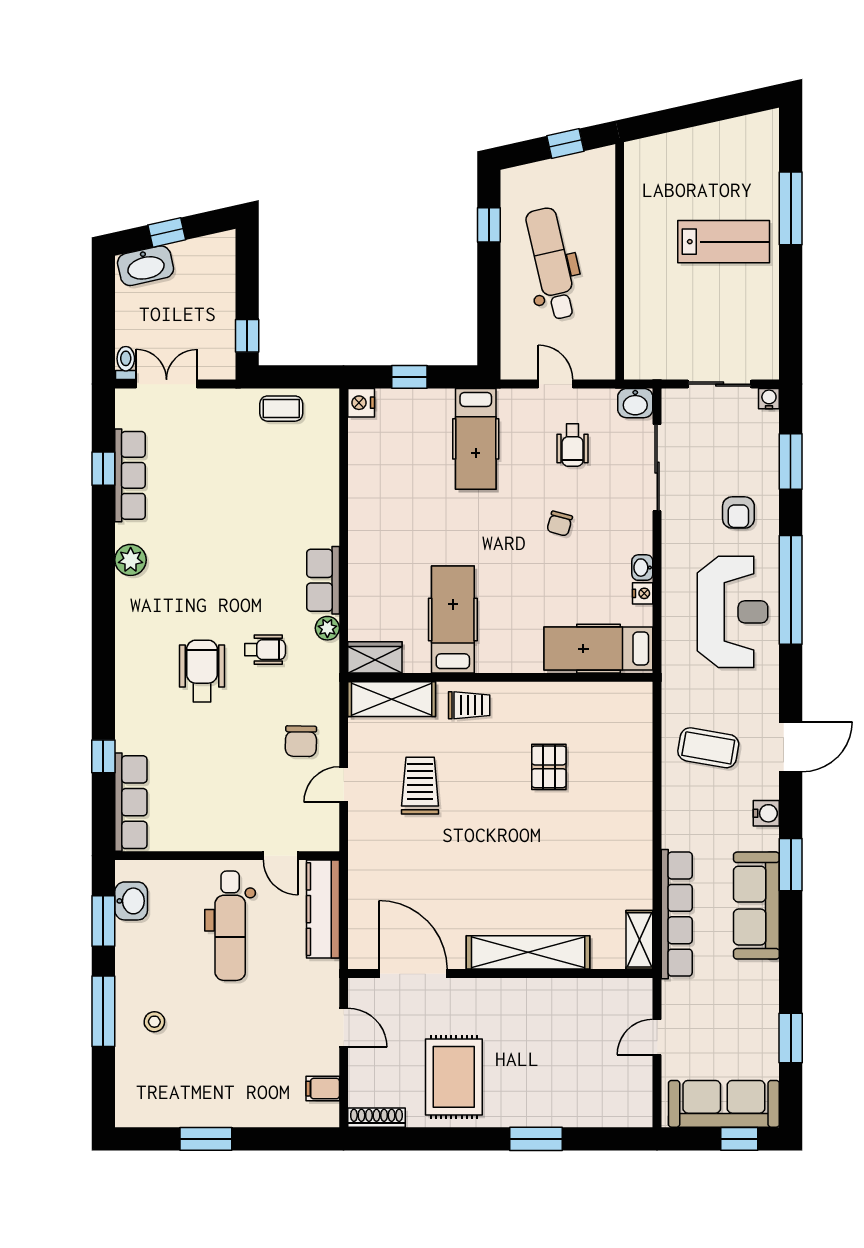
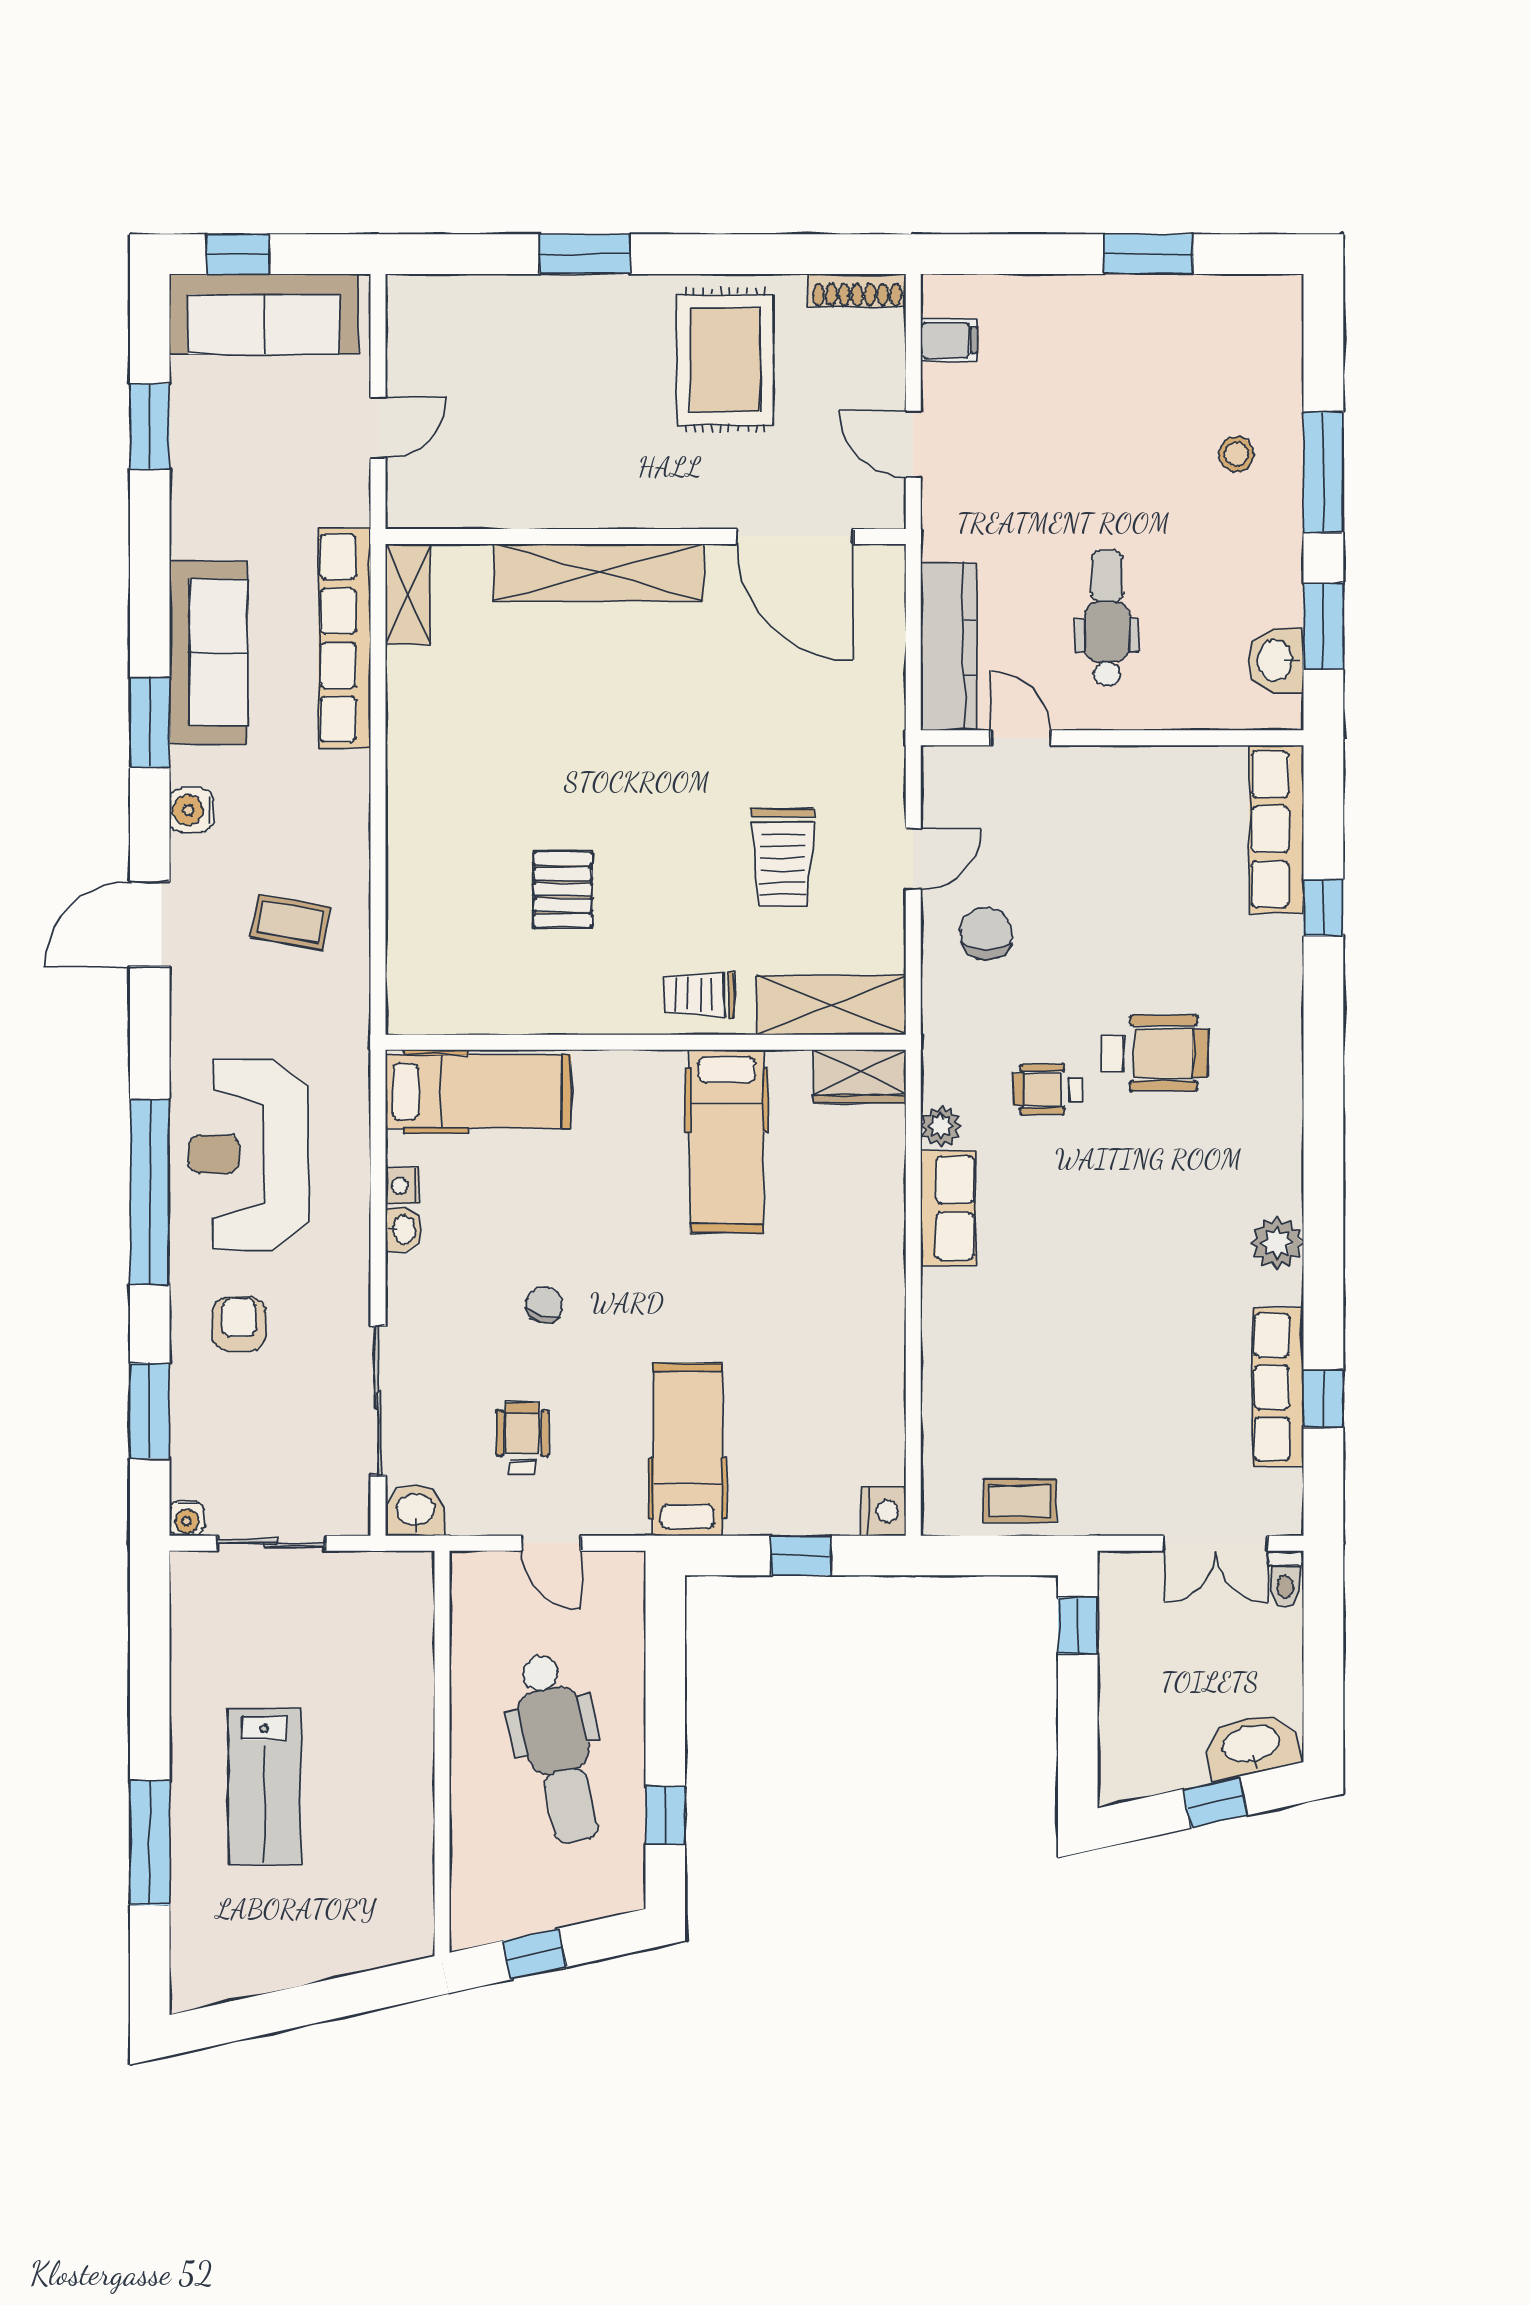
lab bench: (724, 242) -> (264, 1786), turned -90
wheelchair: (202, 671) -> (1155, 1053), turned -90
coffee table: (708, 748) -> (291, 922), width x0.73, depth x0.77
dental chair: (230, 926) -> (1107, 618), width x0.73, depth x0.72

